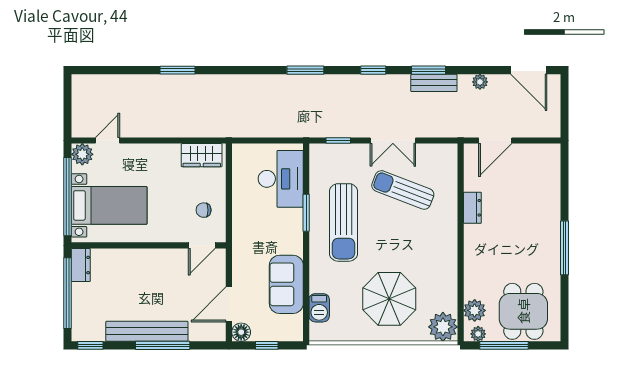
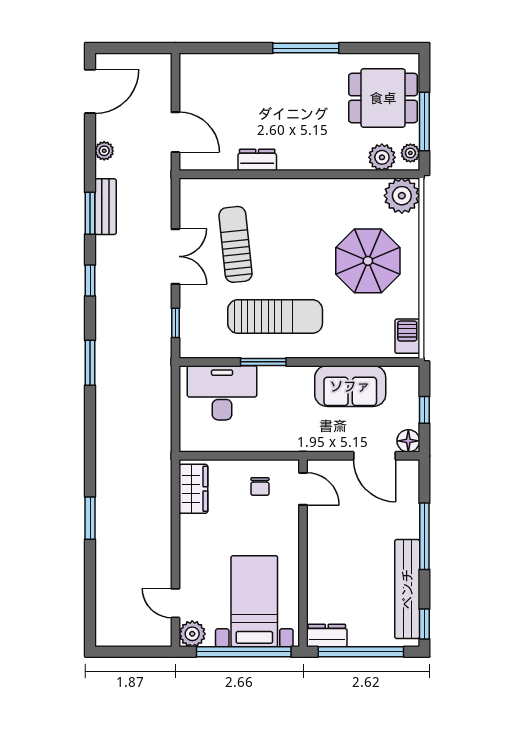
sun lounger: (403, 190) -> (236, 244), turned 153
barbecue: (319, 308) -> (407, 336), moved, turned -90
bench: (147, 331) -> (407, 589), moved

